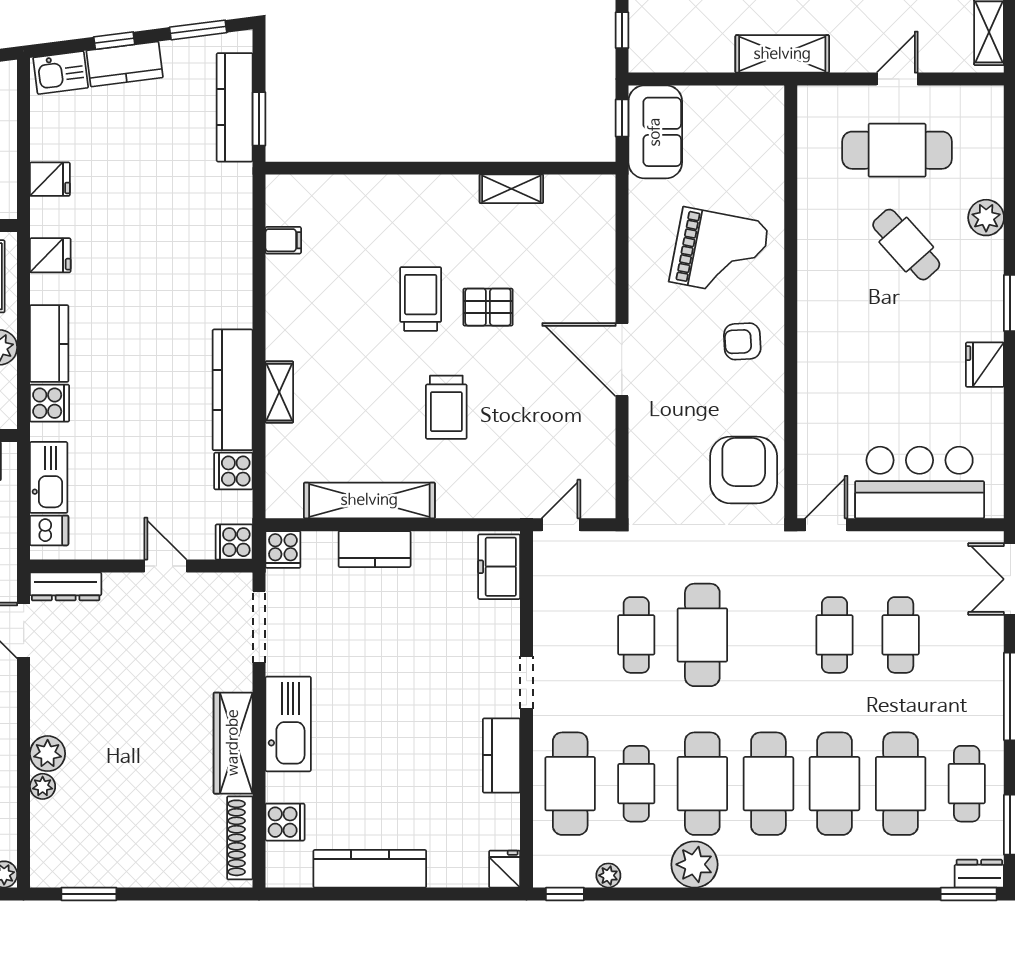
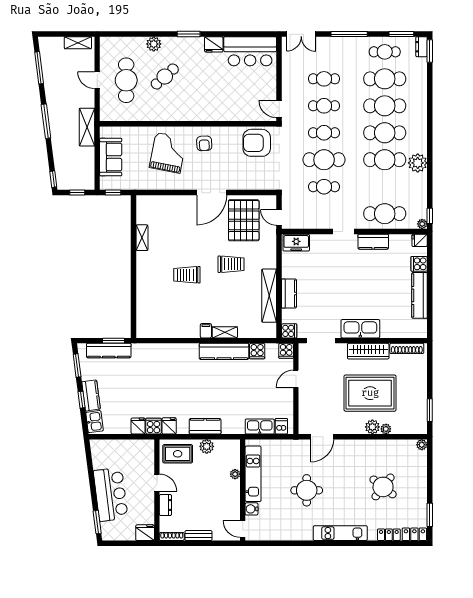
sofa: (655, 132) -> (111, 157), moved, turned 90
filing cabinet: (283, 240) -> (206, 331), moved
pallet: (488, 307) -> (244, 220), moved, width x2.05, depth x2.00
cooker: (50, 403) -> (153, 426), moved
bar counter: (920, 482) -> (250, 51), moved, turned -90
dresser: (66, 586) -> (304, 420), removed
rug: (130, 748) -> (370, 393), added
cafe table: (636, 784) -> (324, 133), moved
cooker: (285, 822) -> (419, 264), moved, turned -90
plant: (608, 875) -> (422, 224), moved

